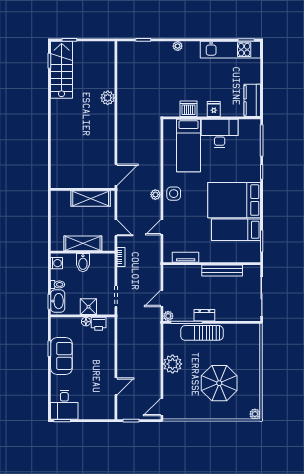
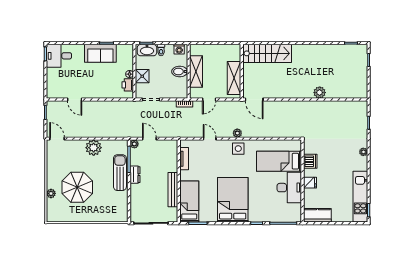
stairs: (62, 70) -> (267, 53), moved
bed: (236, 230) -> (189, 201), moved
plant: (255, 414) -> (51, 193), moved

